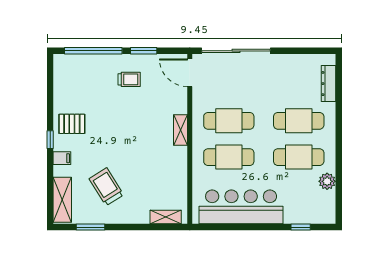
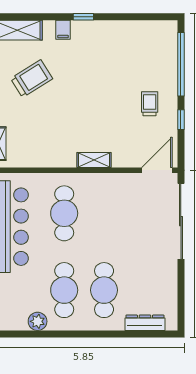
window: (144, 51) -> (181, 120), width x0.67
trolley: (129, 79) -> (150, 104), turned 180
cafe table: (229, 121) -> (104, 213), removed
pallet: (72, 124) -> (101, 41), removed

